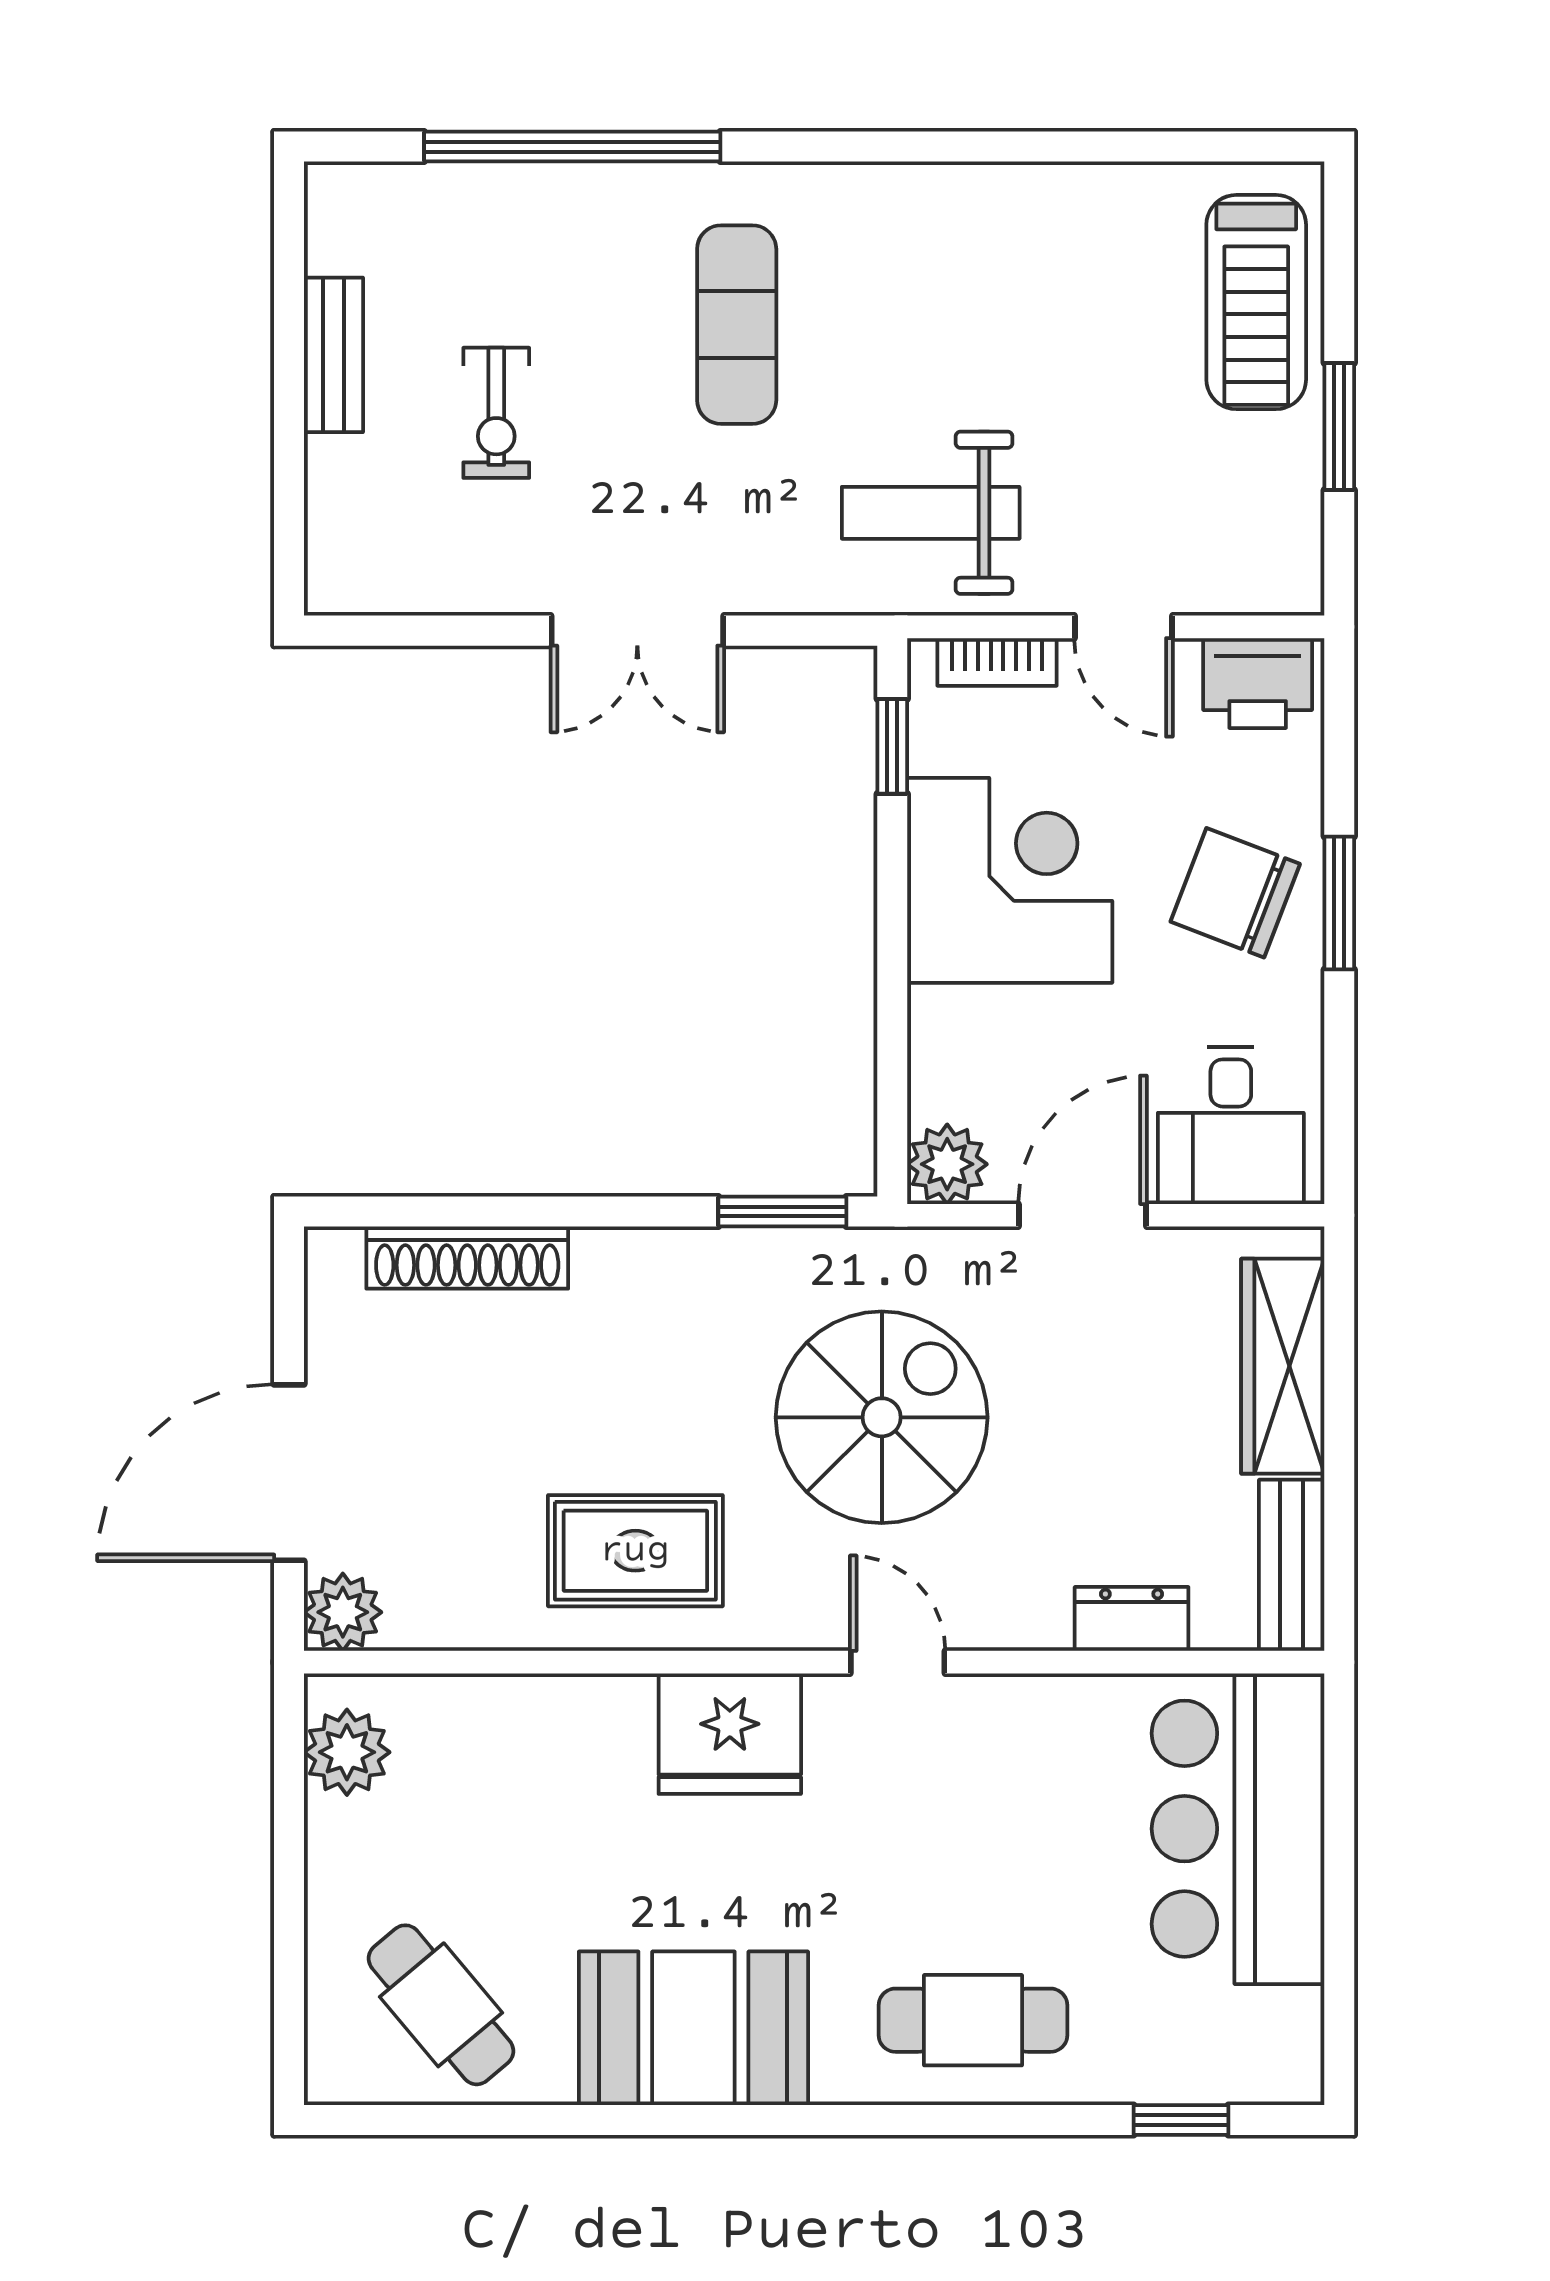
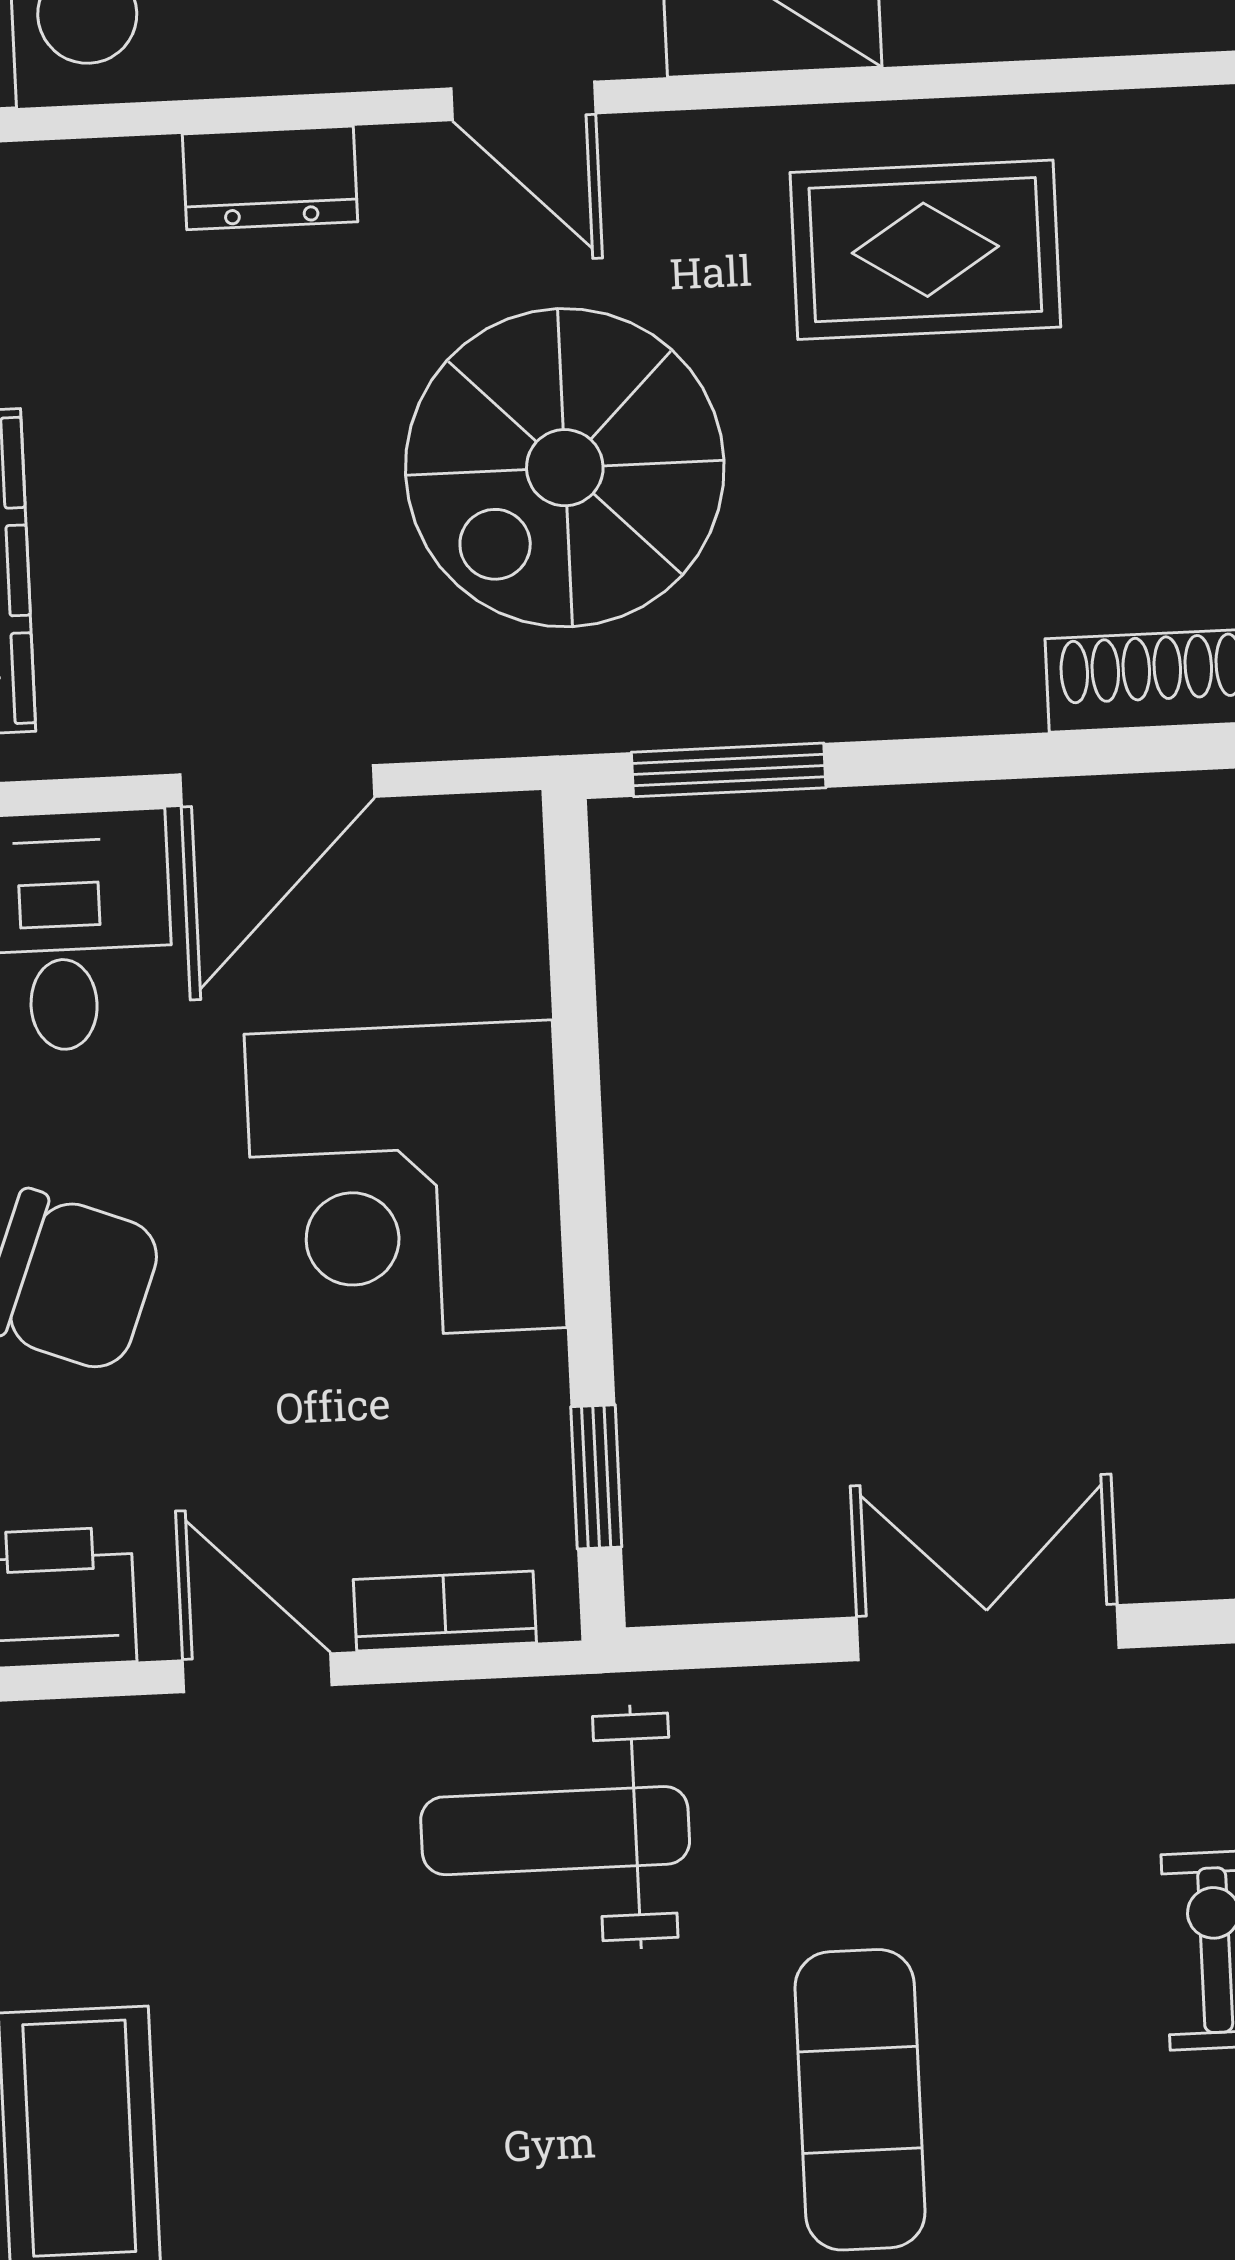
weight bench: (931, 513) -> (555, 1831), turned 180
corner desk: (1010, 880) -> (405, 1181), moved
plant: (947, 1164) -> (484, 853), removed
dresser: (1132, 1619) -> (270, 178), moved

